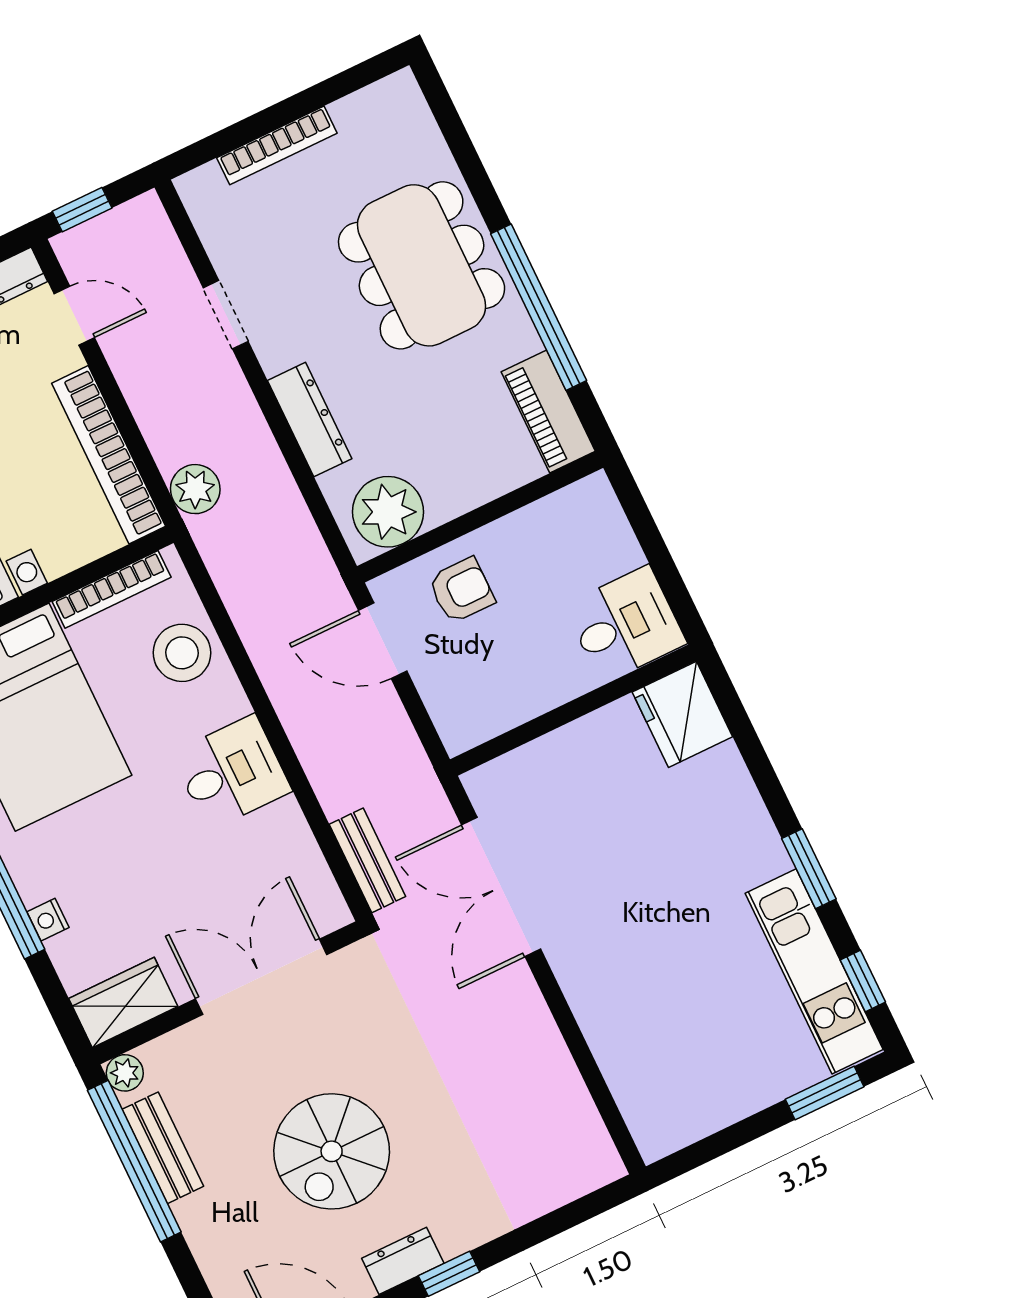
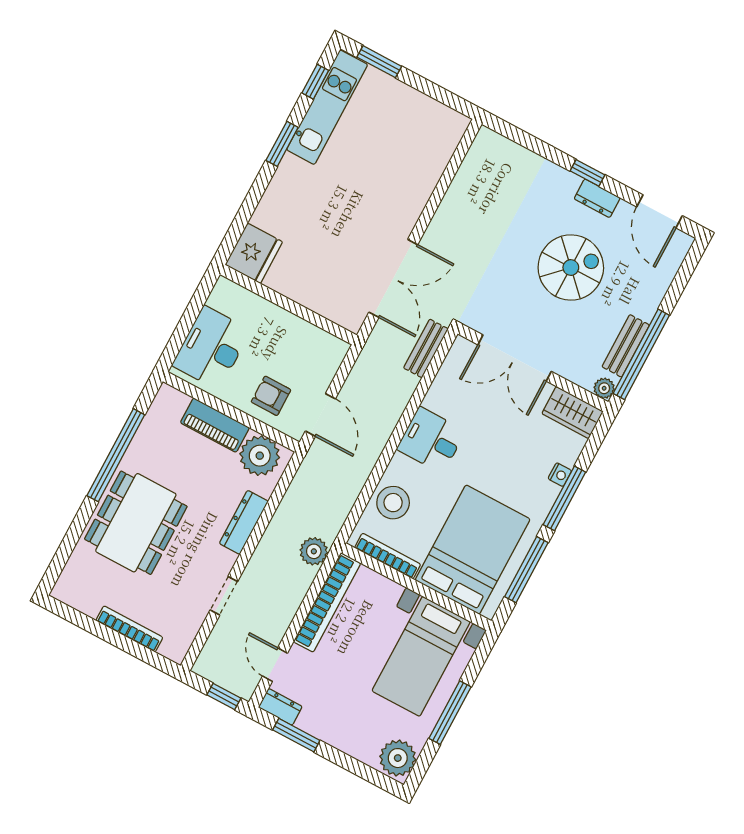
piano: (548, 412) -> (215, 425), moved, turned 90
desk: (625, 624) -> (211, 348), moved, width x1.37

